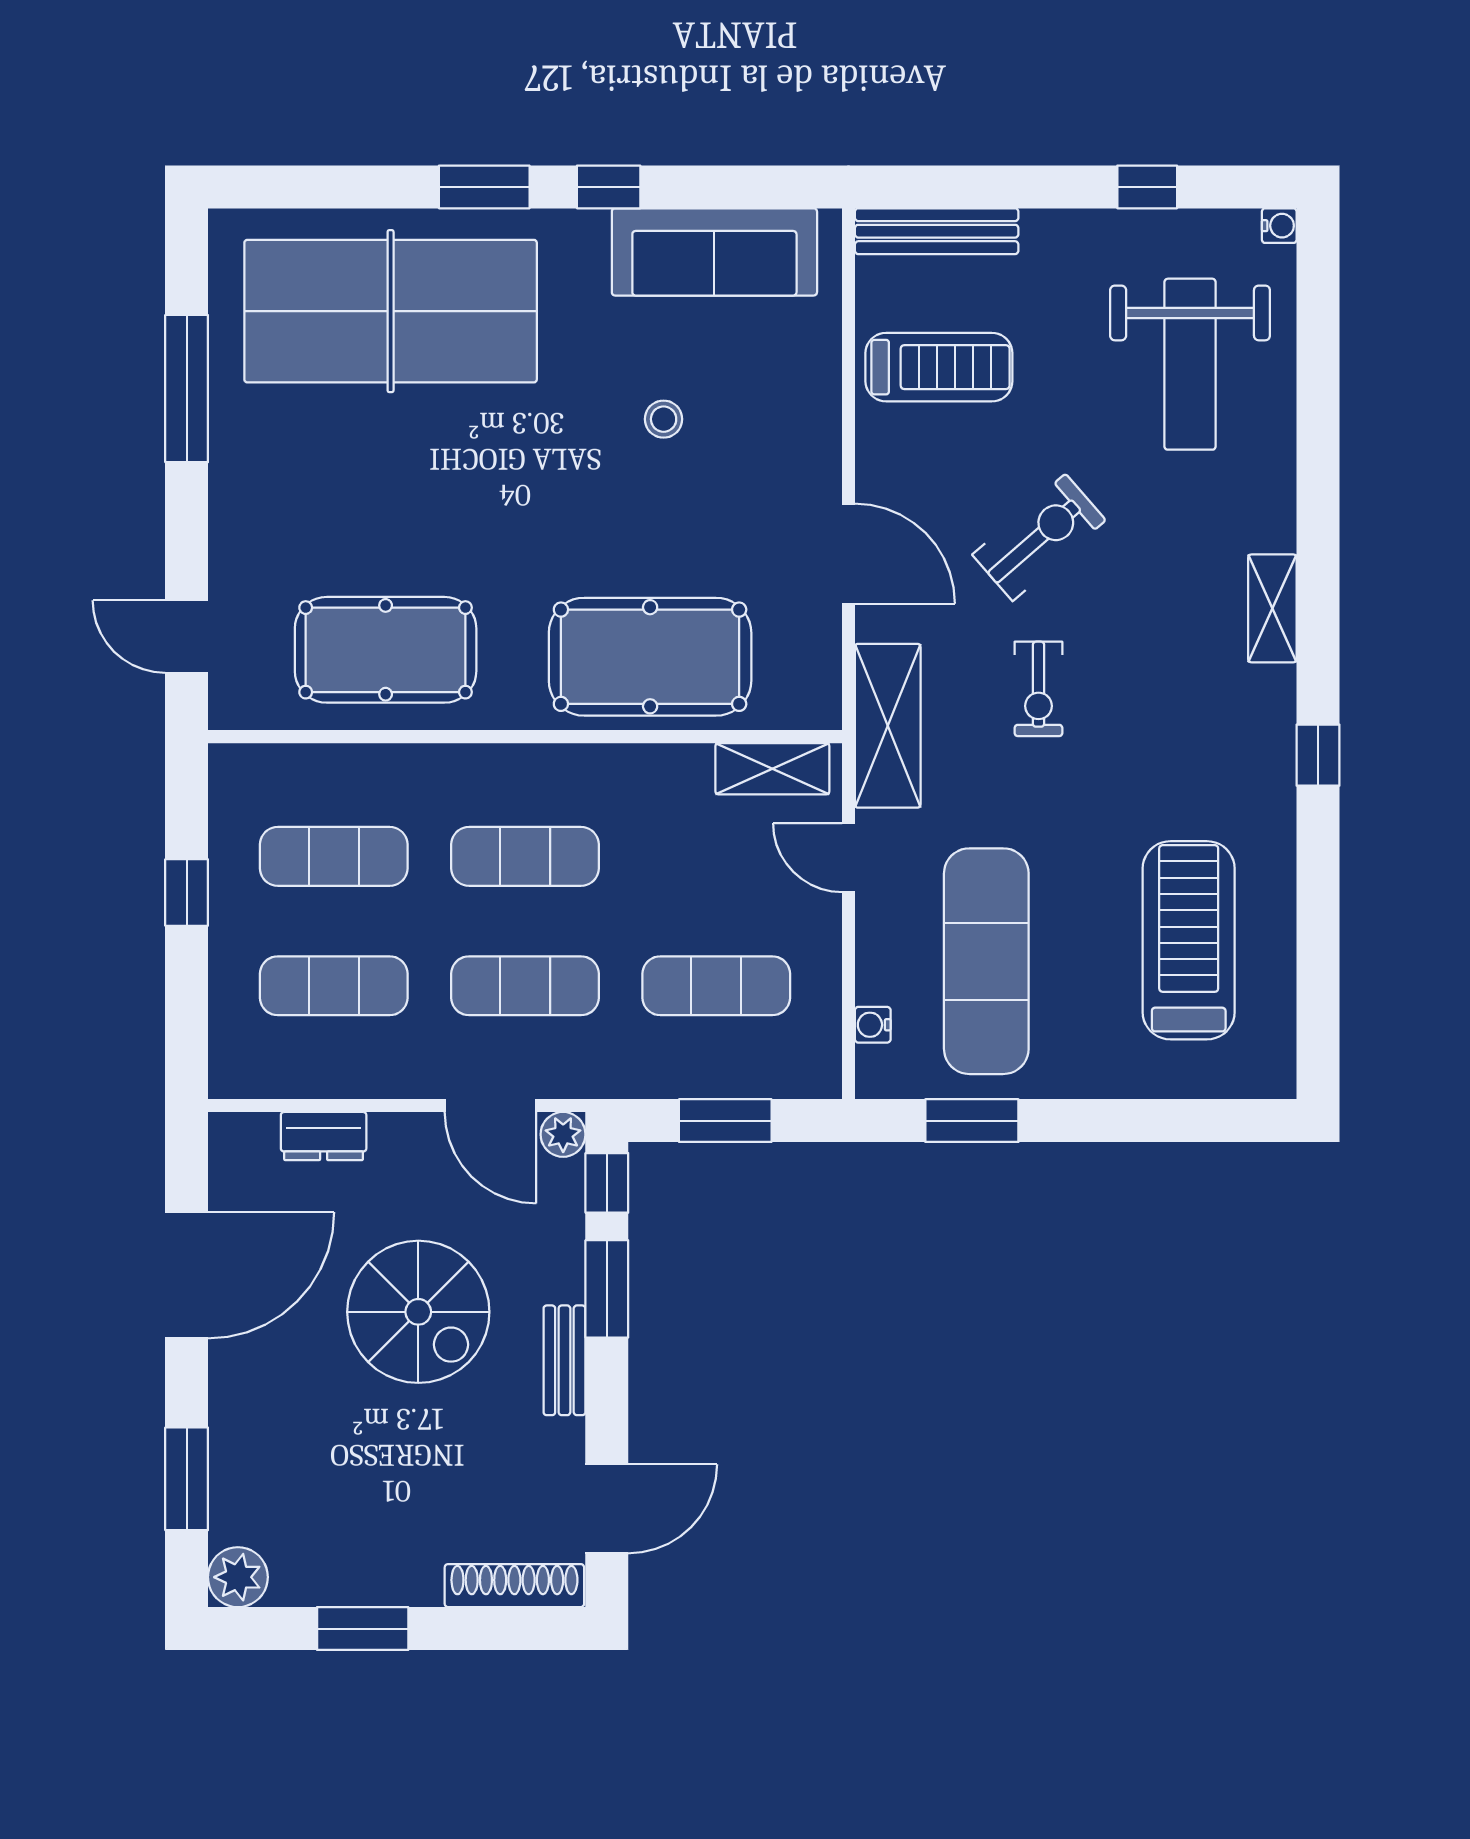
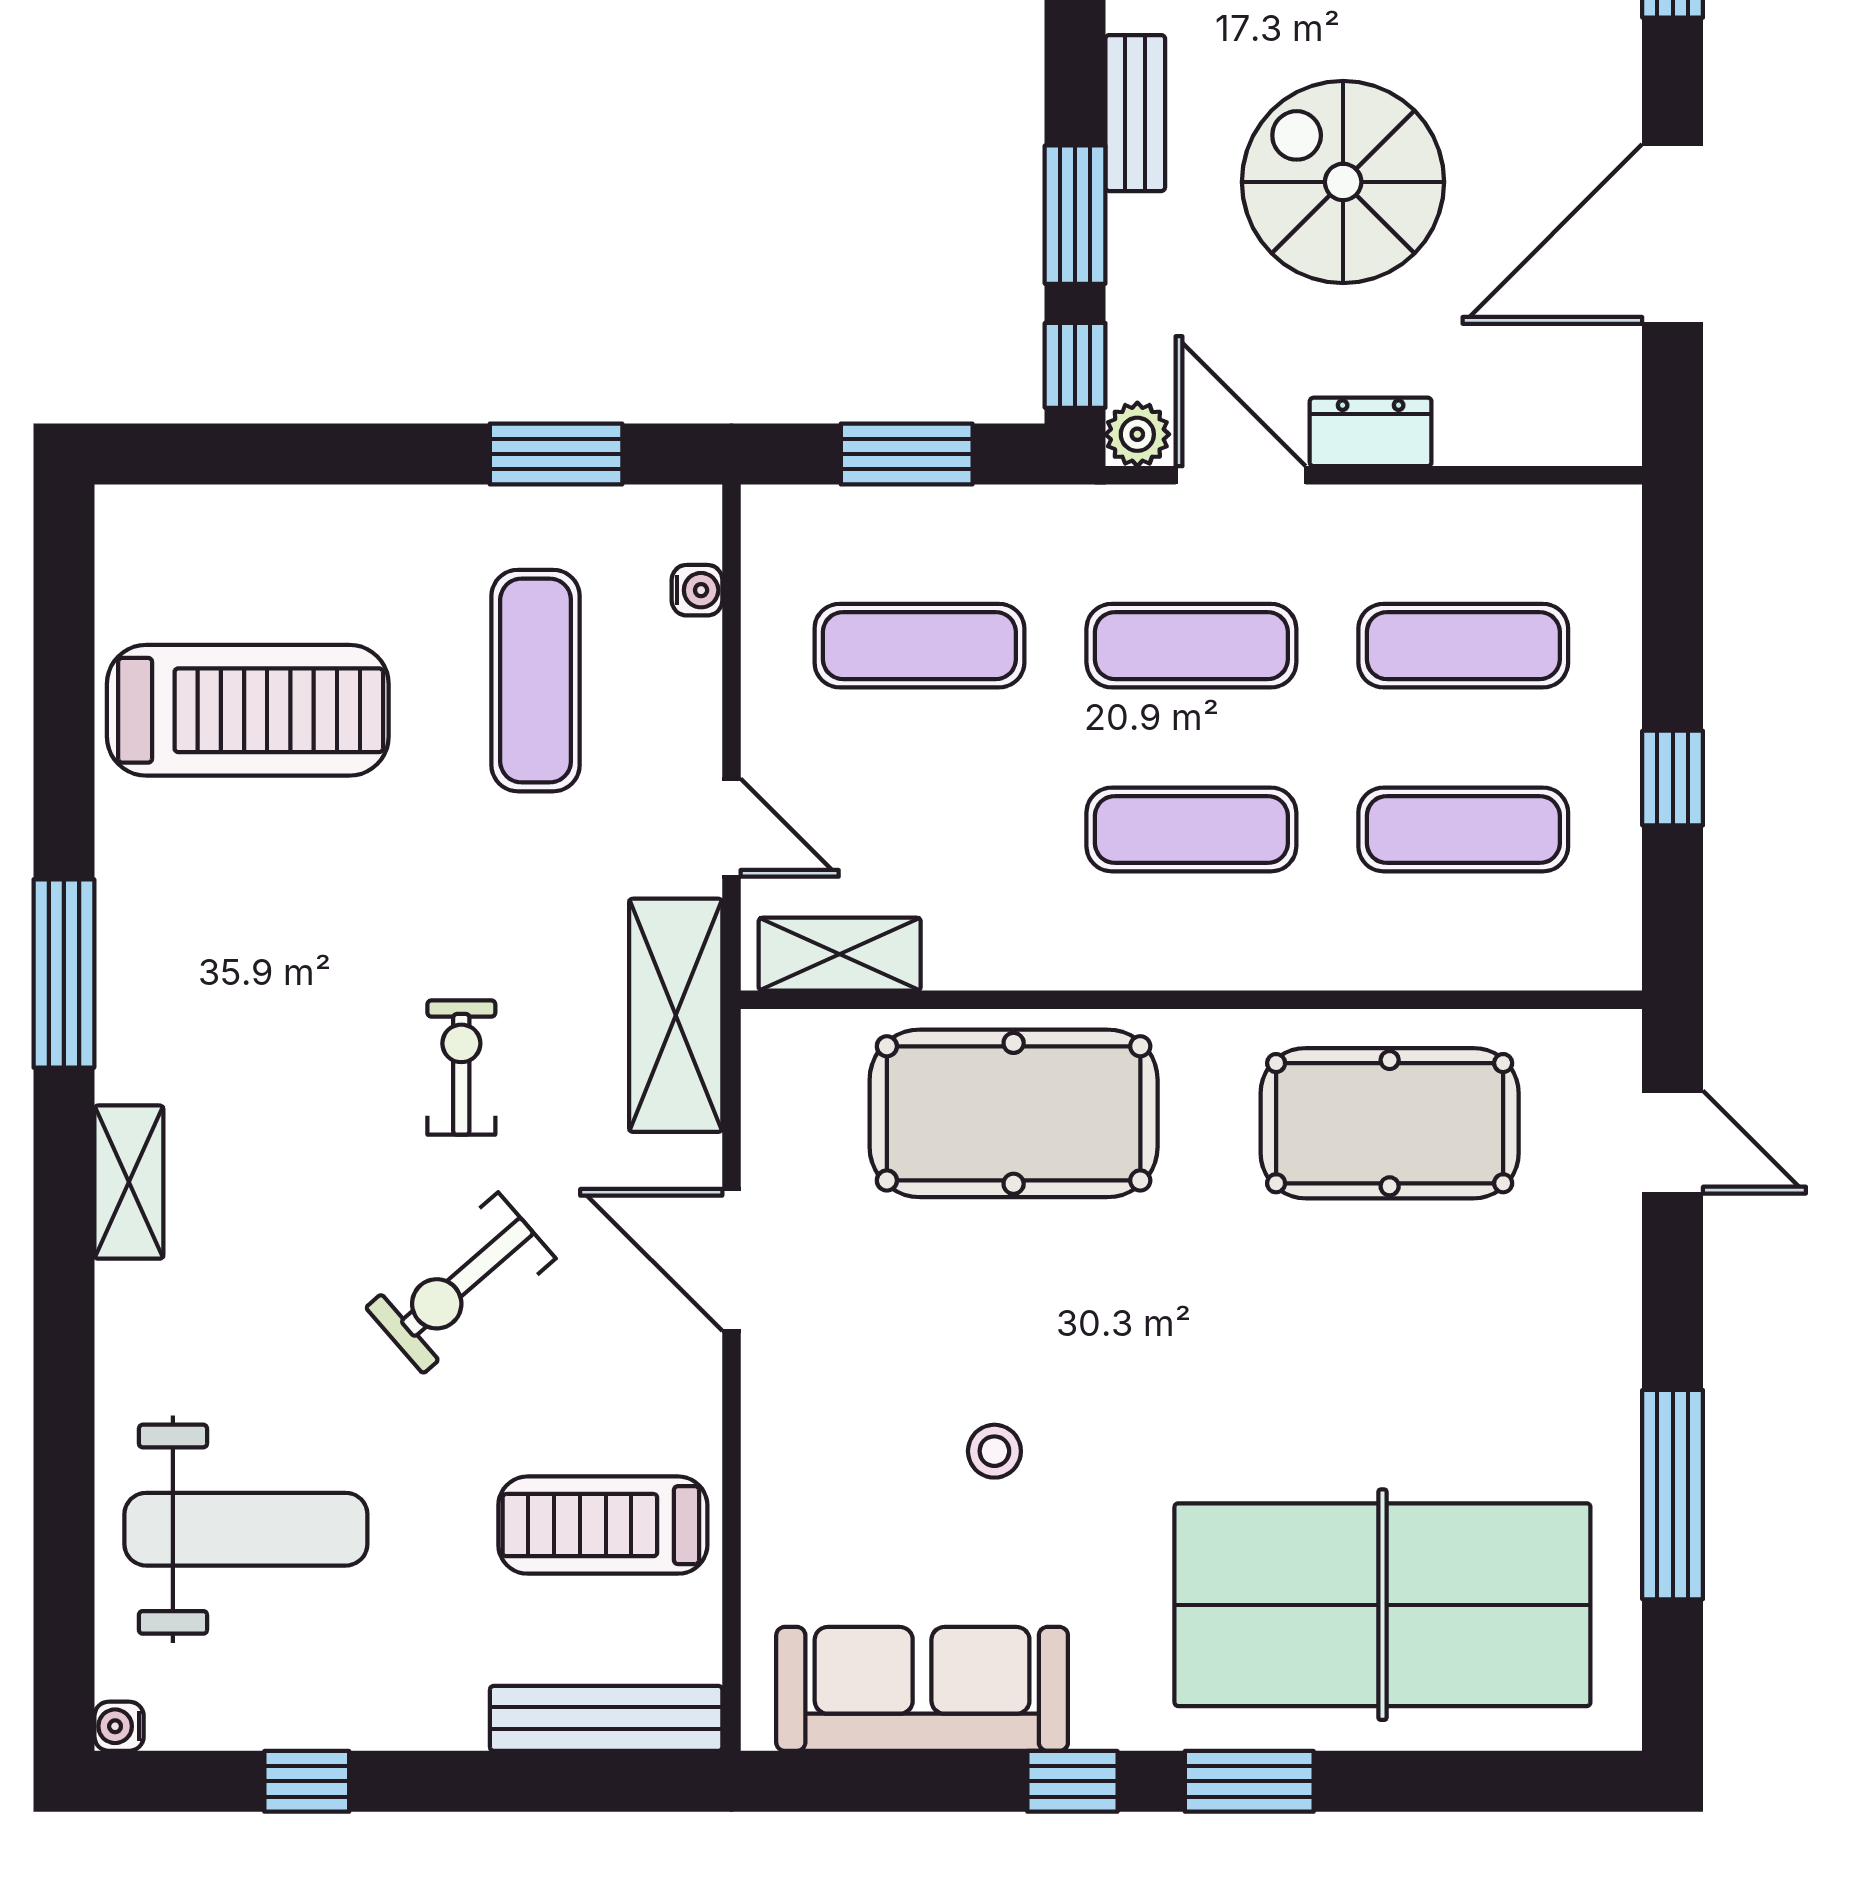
weight bench: (1190, 364) -> (246, 1529), turned 90
window: (1318, 755) -> (64, 973), width x2.17
treadmill: (1189, 940) -> (248, 710), turned -90
exercise mat: (986, 961) -> (536, 681), width x0.73, depth x0.69
dresser: (324, 1136) -> (1371, 432), moved

